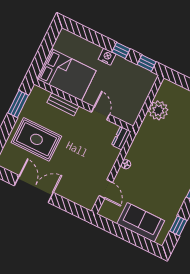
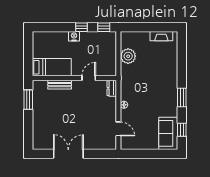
bed: (66, 75) -> (52, 67), width x0.67
door: (100, 113) -> (89, 78), hinge flipped
rug: (36, 139) -> (53, 118), removed
sofa: (141, 222) -> (168, 133), moved, turned -90

